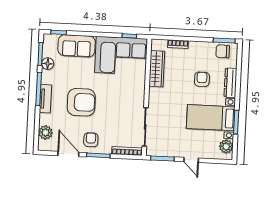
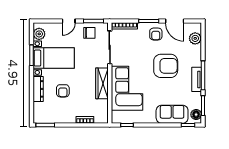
chair: (223, 51) -> (89, 33), moved
corner sofa: (121, 56) -> (127, 88), moved, turned 90
floor lamp: (48, 64) -> (196, 115), moved
wardrobe: (157, 69) -> (102, 83), moved
tv unit: (45, 99) -> (197, 79), moved
armchair: (81, 102) -> (166, 66), turned 180
door: (191, 160) -> (69, 21), swing flipped

